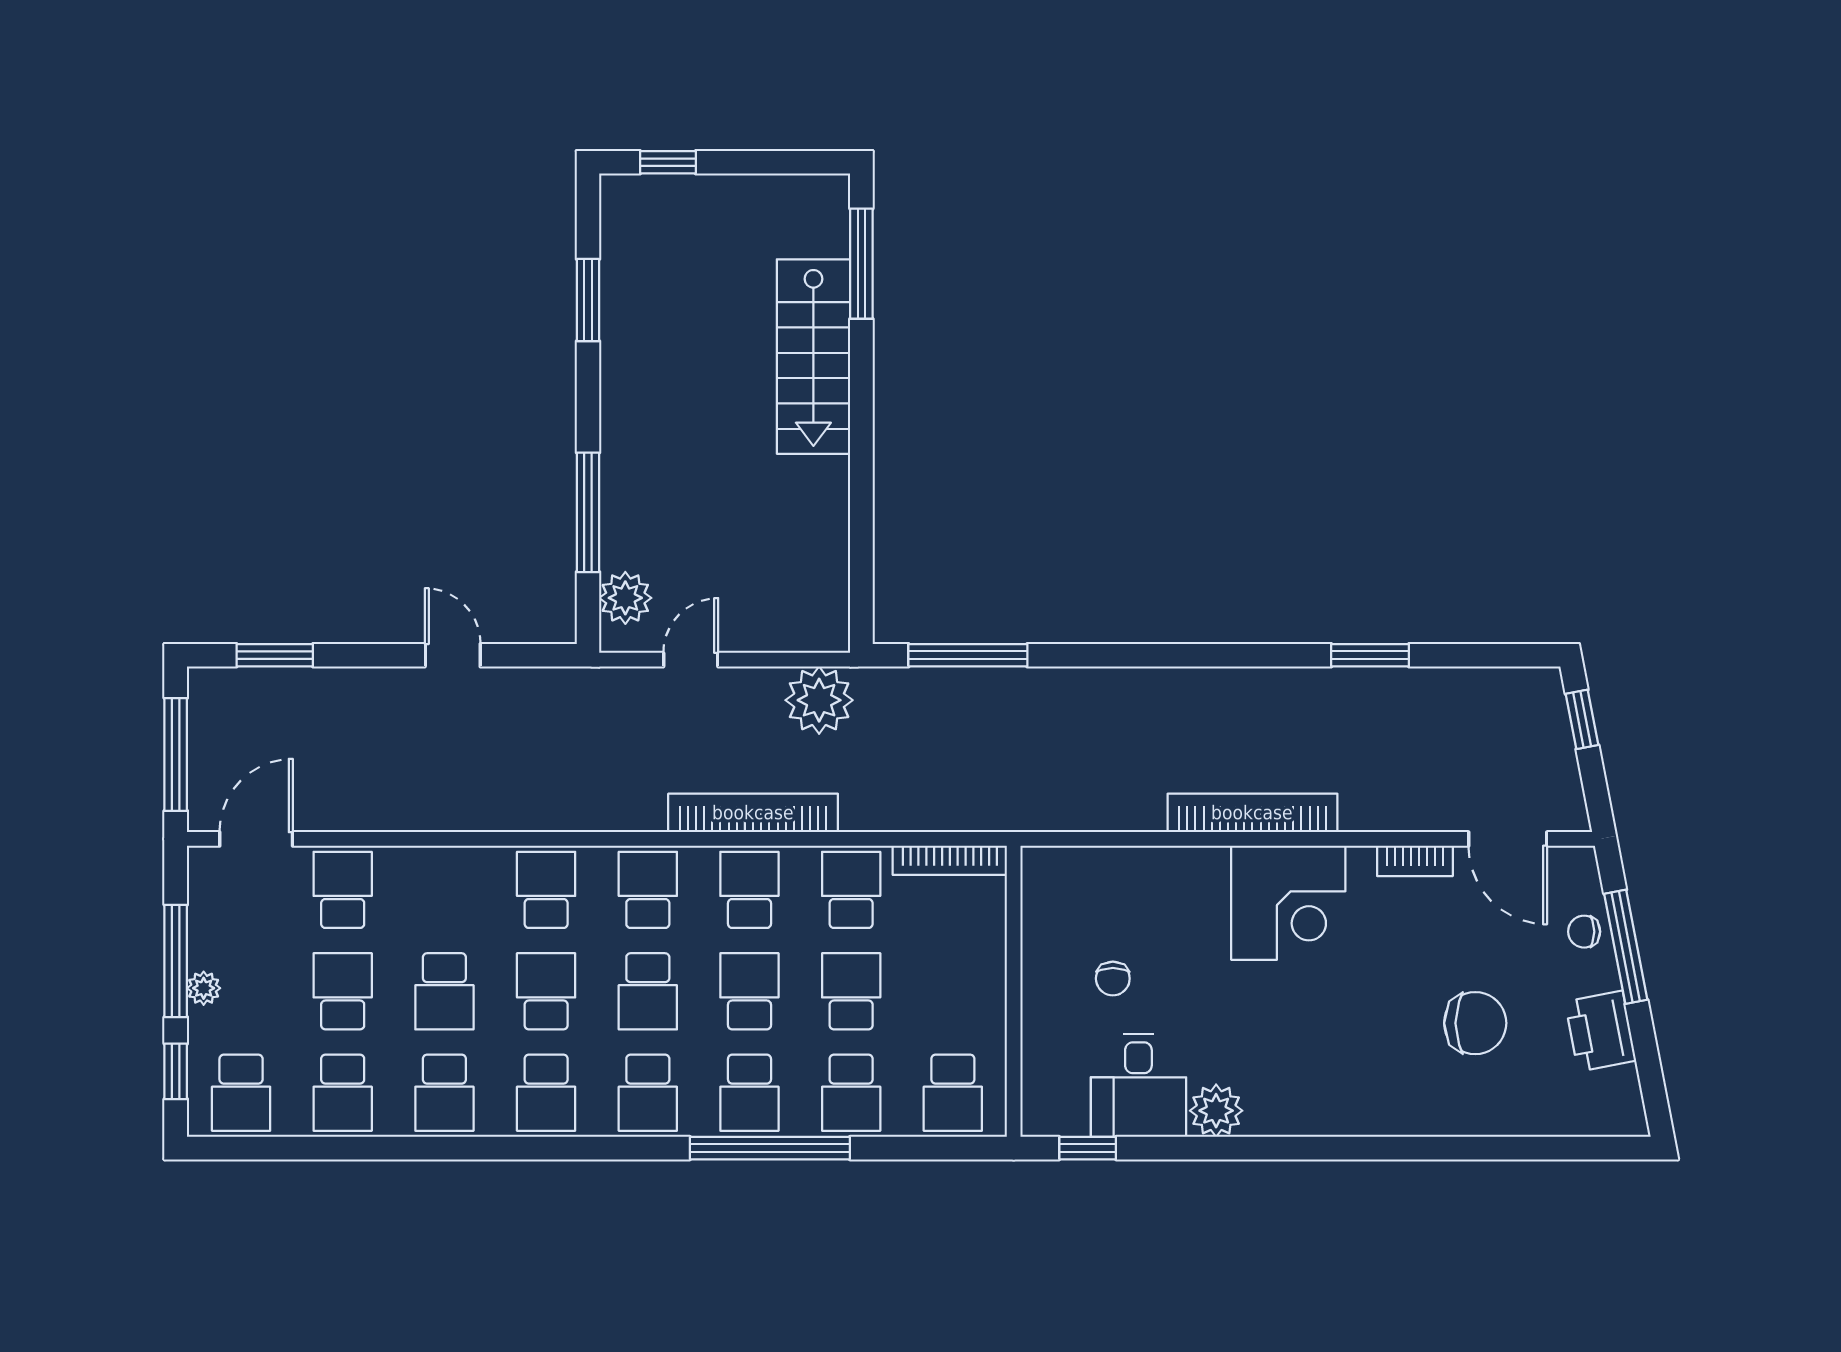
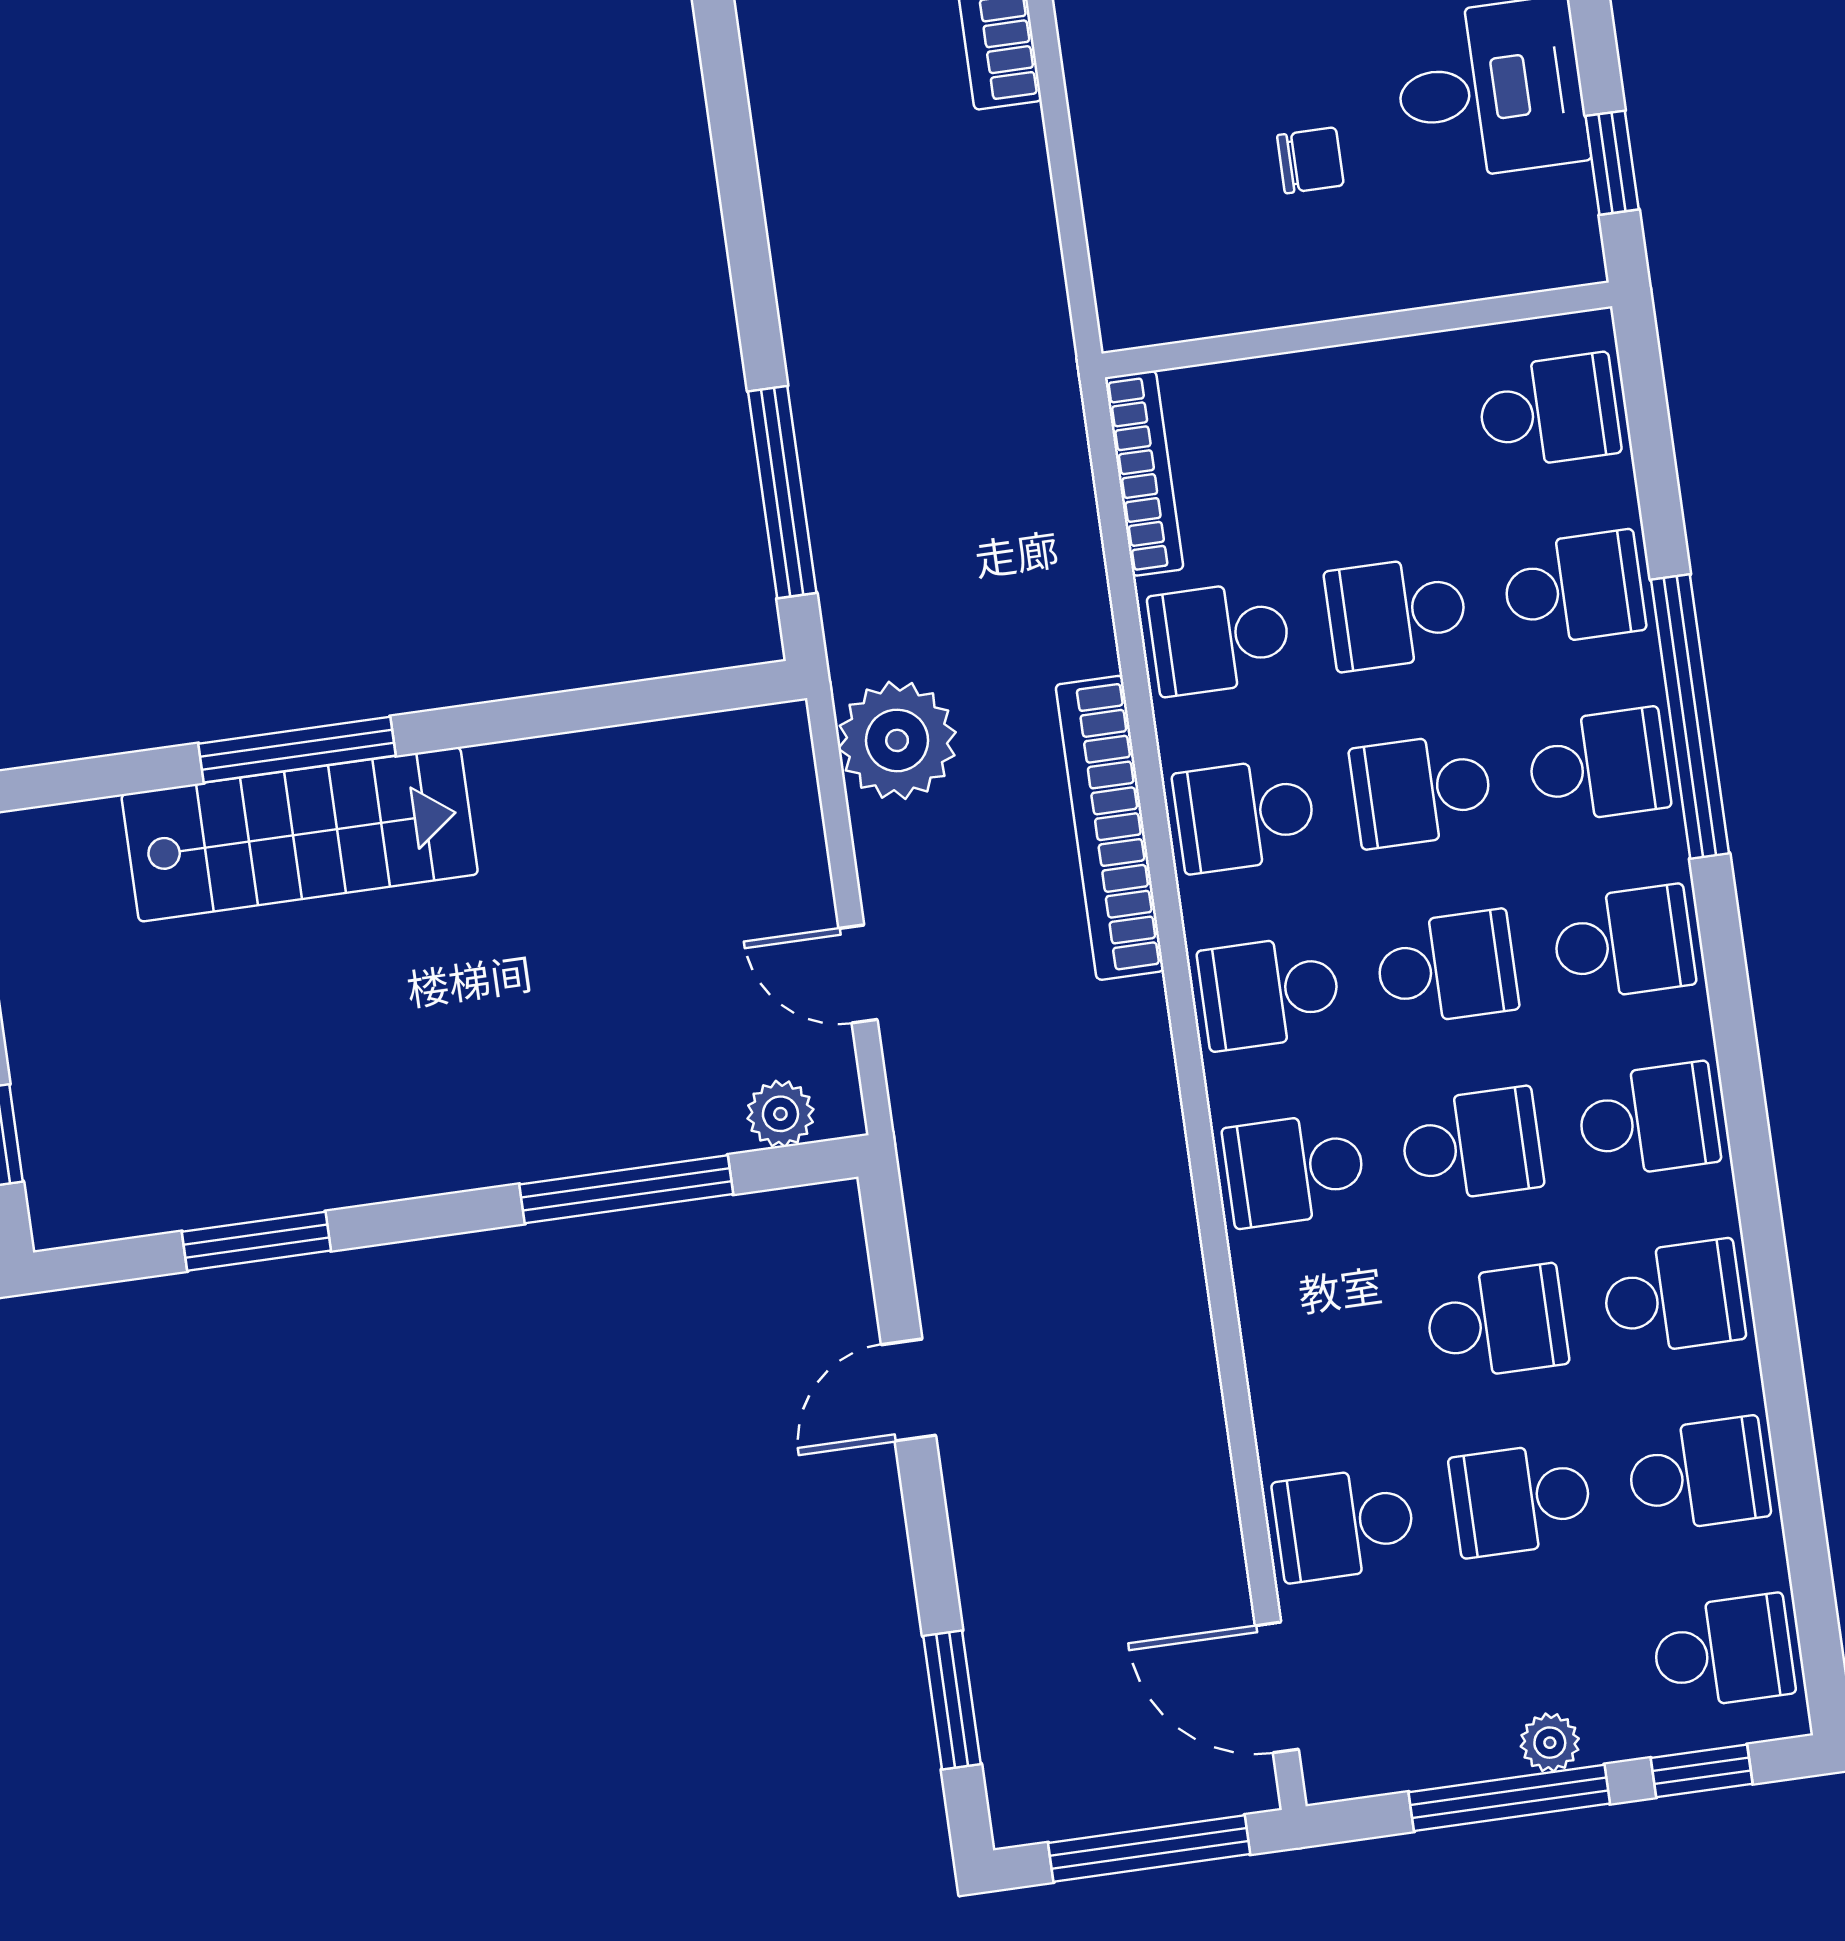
window: (861, 264) -> (297, 750), moved
plant: (625, 598) -> (780, 1114), width x0.73, depth x0.73
school desk: (546, 991) -> (1471, 1145), turned 180

